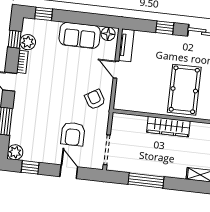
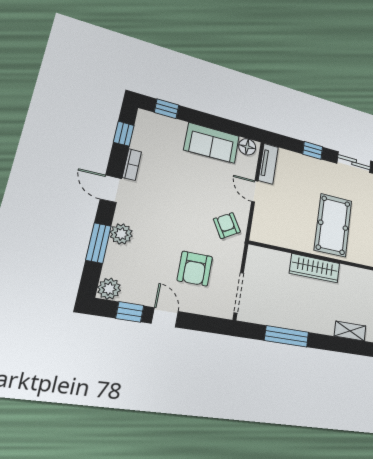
plant: (28, 42) -> (121, 234), moved
door: (69, 172) -> (165, 317), moved

